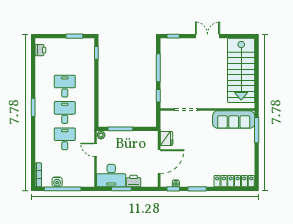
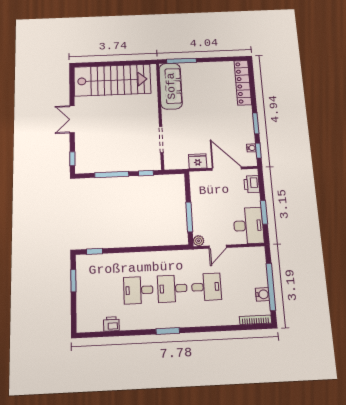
printer: (40, 50) -> (111, 324), moved
desk: (65, 139) -> (206, 287), turned 180
printer: (134, 181) -> (252, 184), moved

